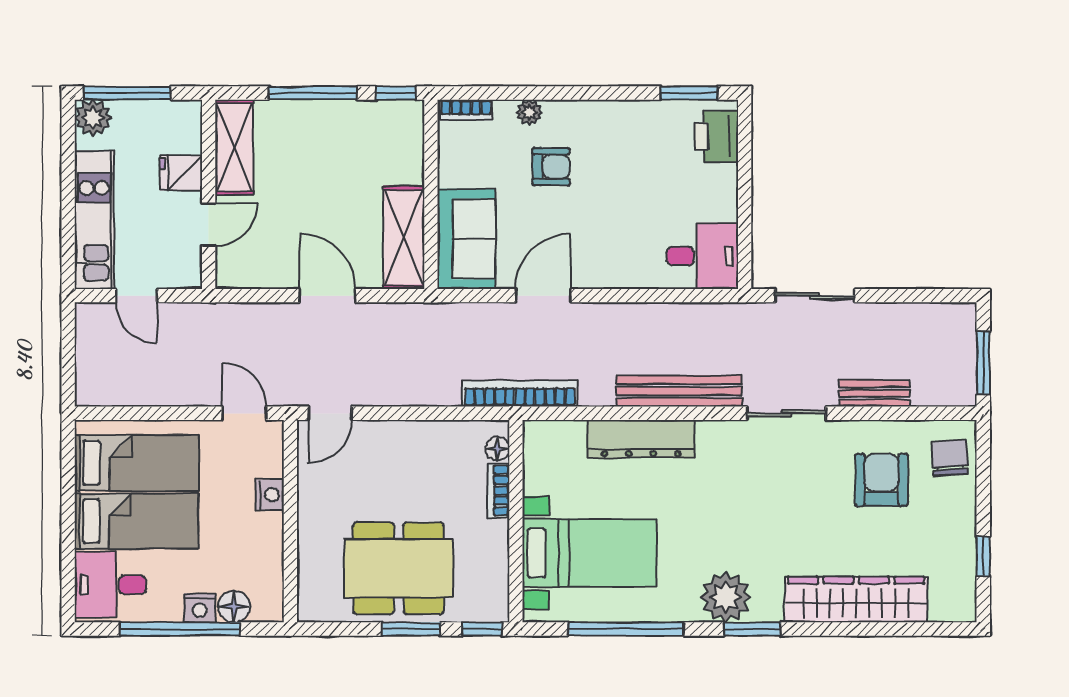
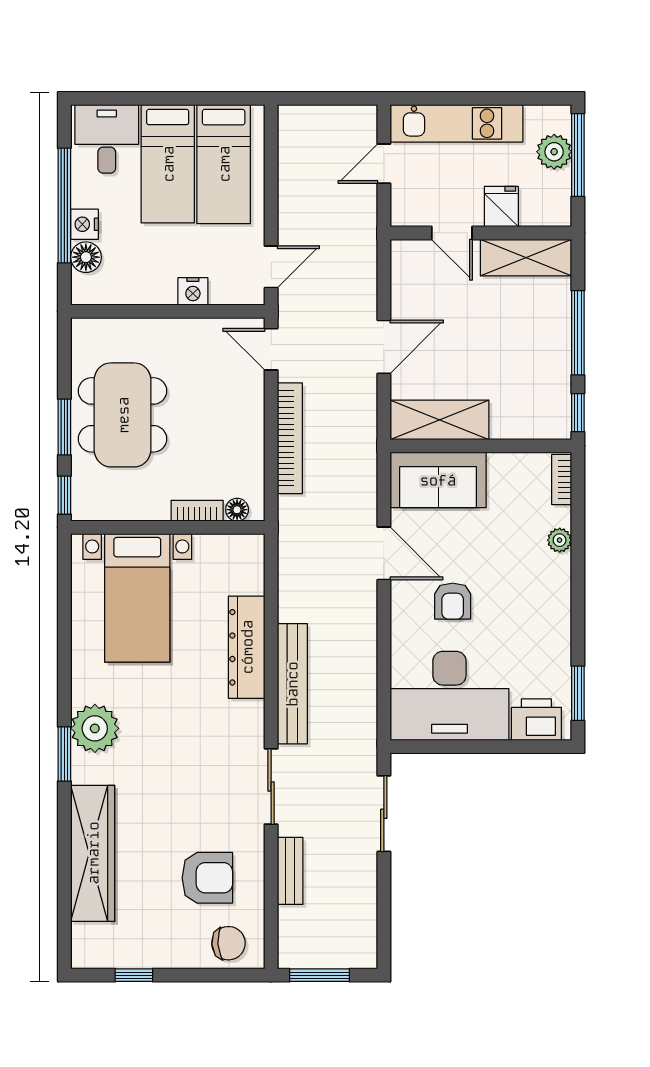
plant: (93, 118) -> (554, 152), moved
armchair: (551, 167) -> (453, 601), moved
desk: (702, 256) -> (449, 696), width x1.87, depth x1.30
bookcase: (520, 394) -> (290, 438), moved
window: (626, 629) -> (64, 633), removed

